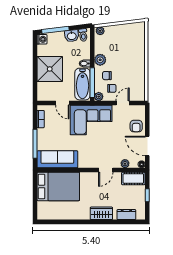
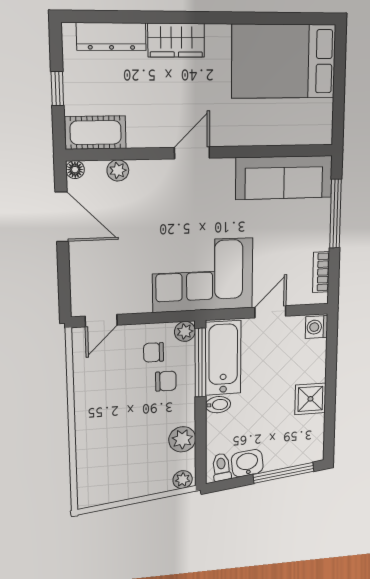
washing machine: (42, 39) -> (316, 327), moved
plant: (100, 60) -> (182, 439), moved
shower: (50, 69) -> (310, 399), width x0.54, depth x0.54
door: (62, 103) -> (270, 312), hinge flipped
door: (123, 103) -> (101, 321), moved
armchair: (136, 126) -> (92, 265), removed
door: (106, 170) -> (192, 153), moved
bed: (58, 186) -> (284, 61), moved
dresser: (126, 215) -> (111, 37), width x1.44

